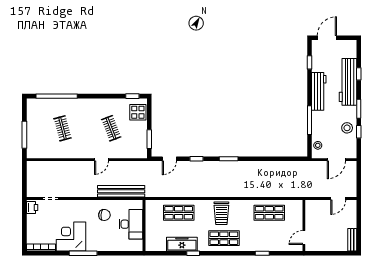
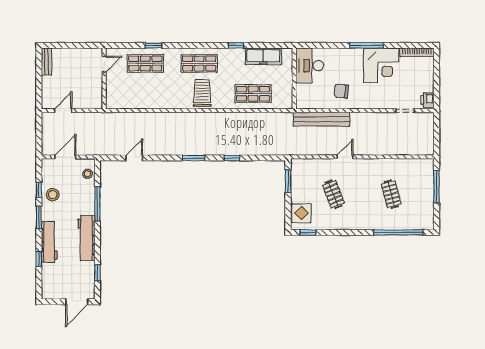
workbench: (348, 82) -> (49, 242), width x0.73, depth x0.76
door: (169, 159) -> (134, 158), moved
shop shelf: (269, 213) -> (145, 63), moved
desk: (131, 224) -> (310, 66), moved
freezer: (182, 244) -> (263, 56), moved

